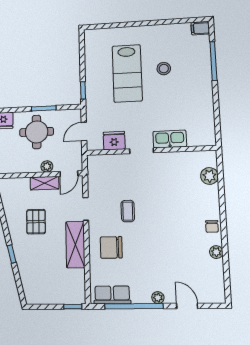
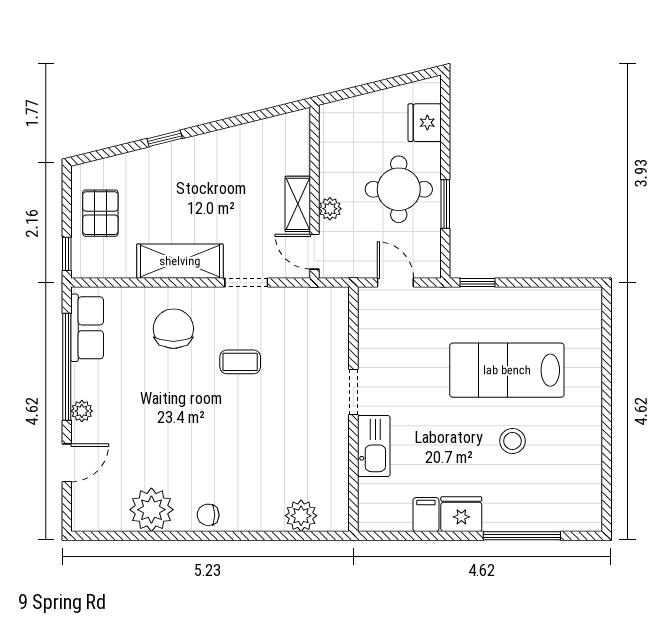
filing cabinet: (200, 28) -> (426, 515), moved
fridge: (114, 141) -> (461, 514), moved, turned -90
pallet: (36, 222) -> (100, 213), moved, turned 90
plant: (216, 252) -> (151, 510), width x1.88, depth x1.88

